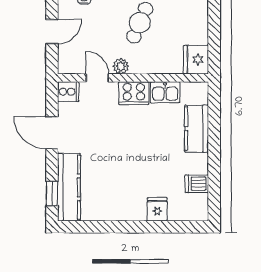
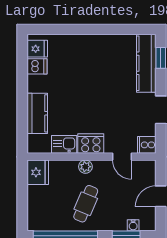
plant: (121, 66) -> (85, 167), moved
fridge: (157, 209) -> (37, 49), moved, turned -90

